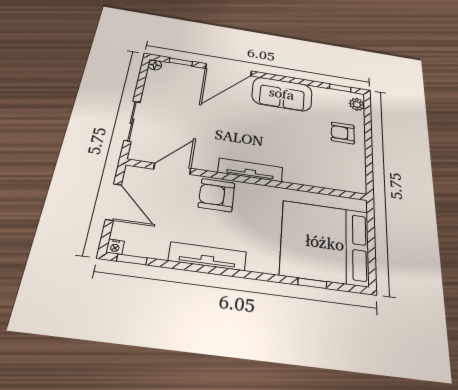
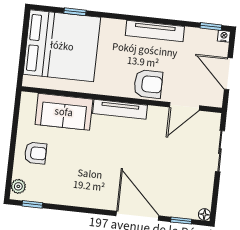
door: (229, 70) -> (137, 216), hinge flipped
sofa: (282, 94) -> (64, 112), moved, turned 180

